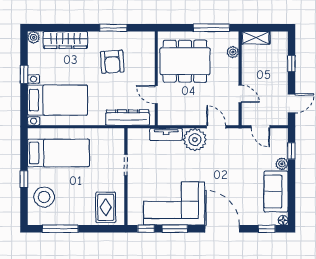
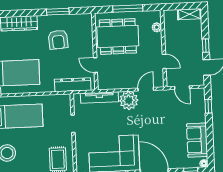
window: (211, 28) -> (128, 9), moved
shelving: (256, 38) -> (189, 14), moved
window: (291, 64) -> (206, 46), moved
door: (216, 127) -> (146, 89), hinge flipped
tv unit: (166, 134) -> (99, 97), width x1.41
plant: (282, 164) -> (201, 117), removed

